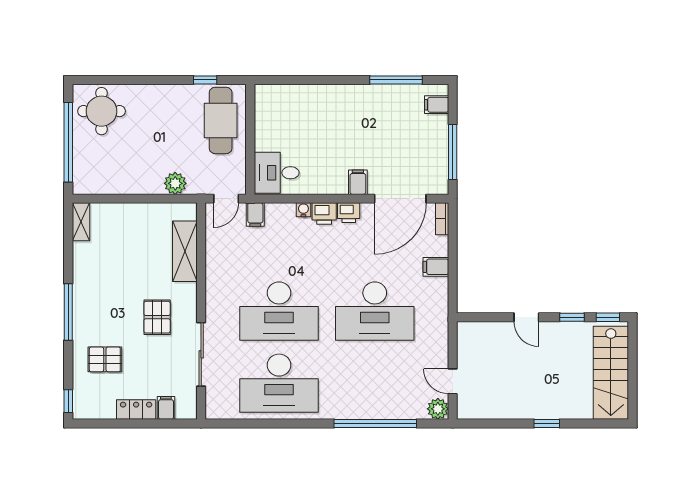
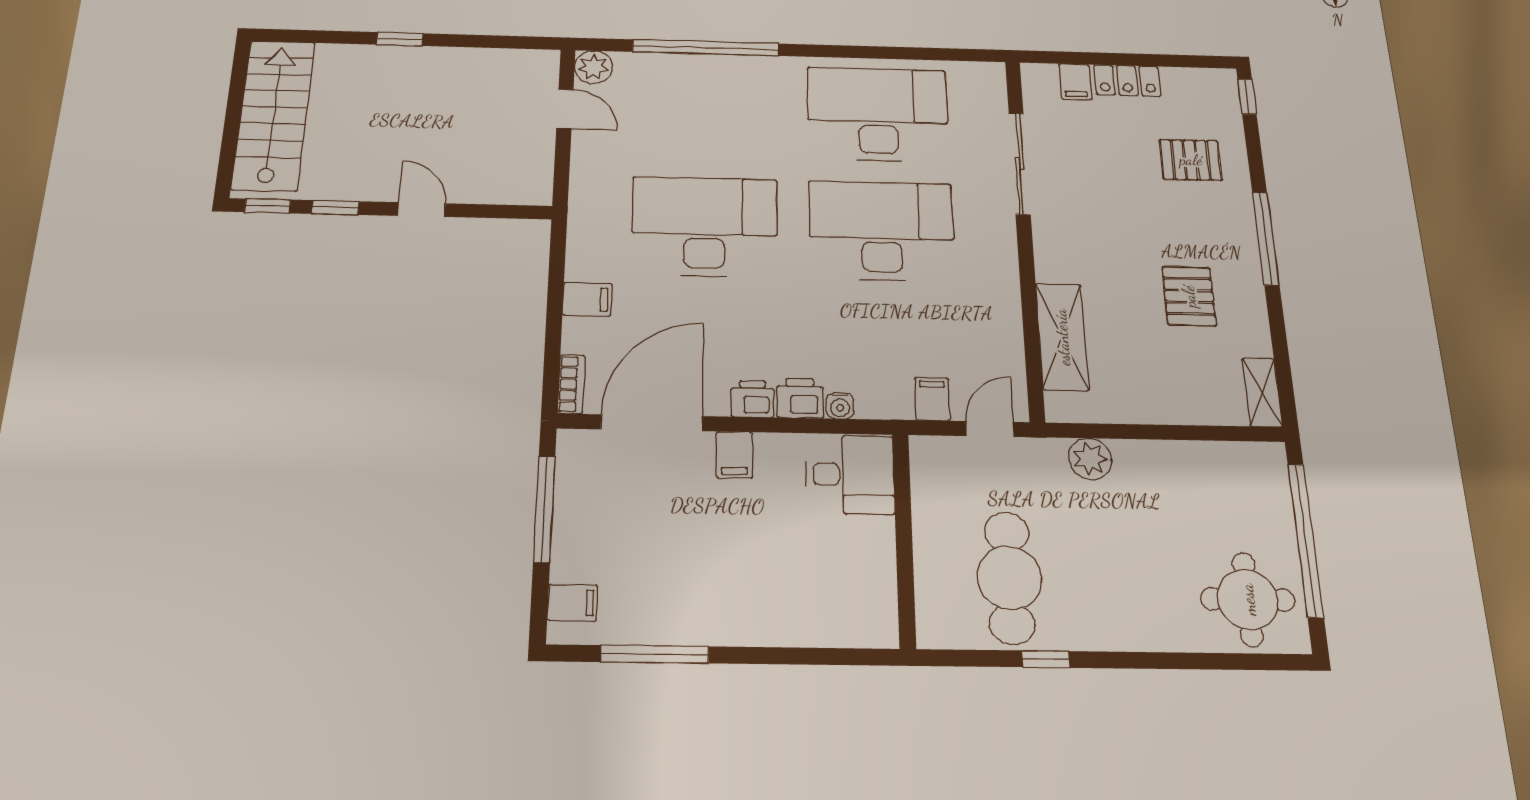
wall: (250, 139) -> (904, 539), moved
desk: (277, 173) -> (850, 474), moved
pallet: (157, 317) -> (1189, 296), moved

